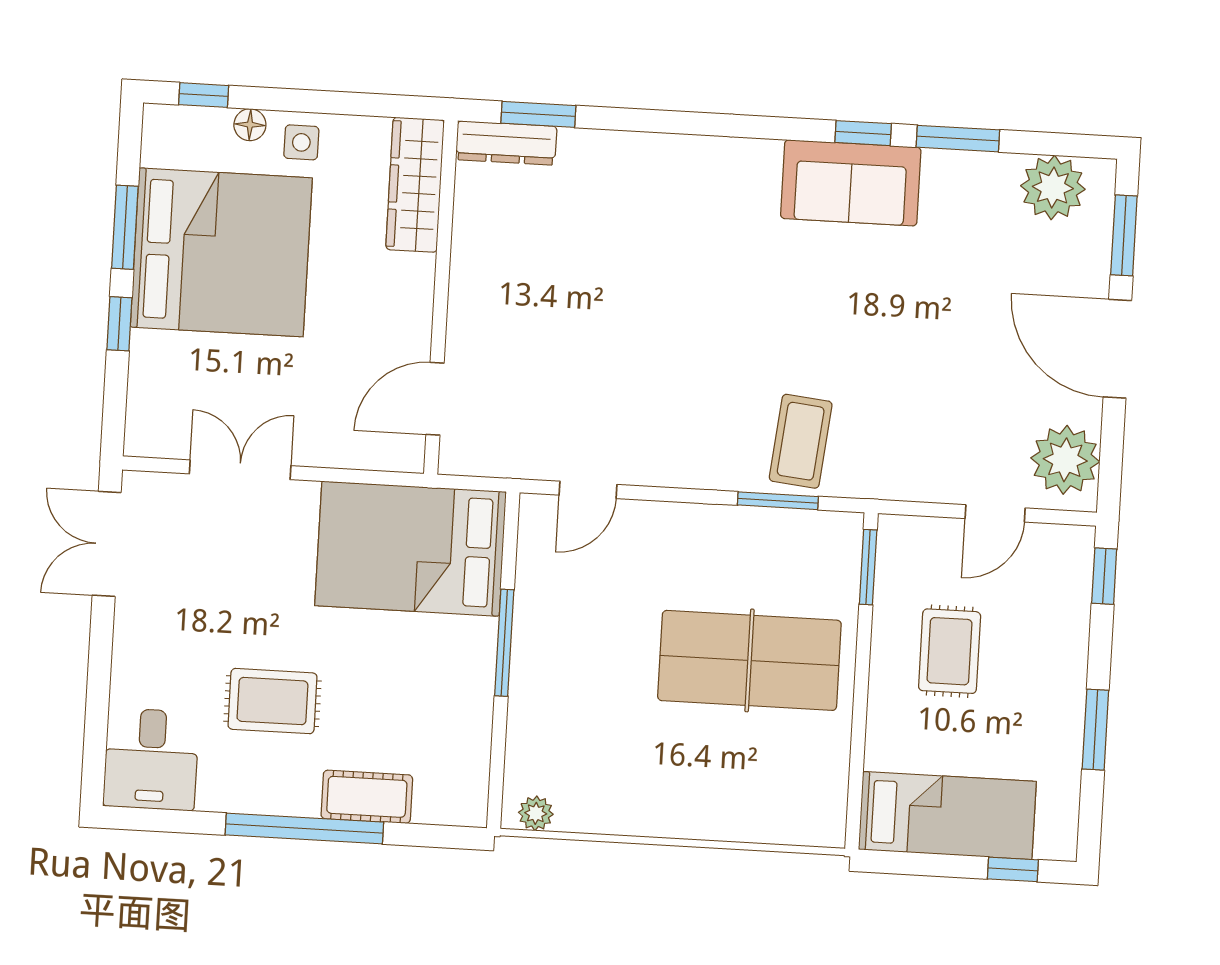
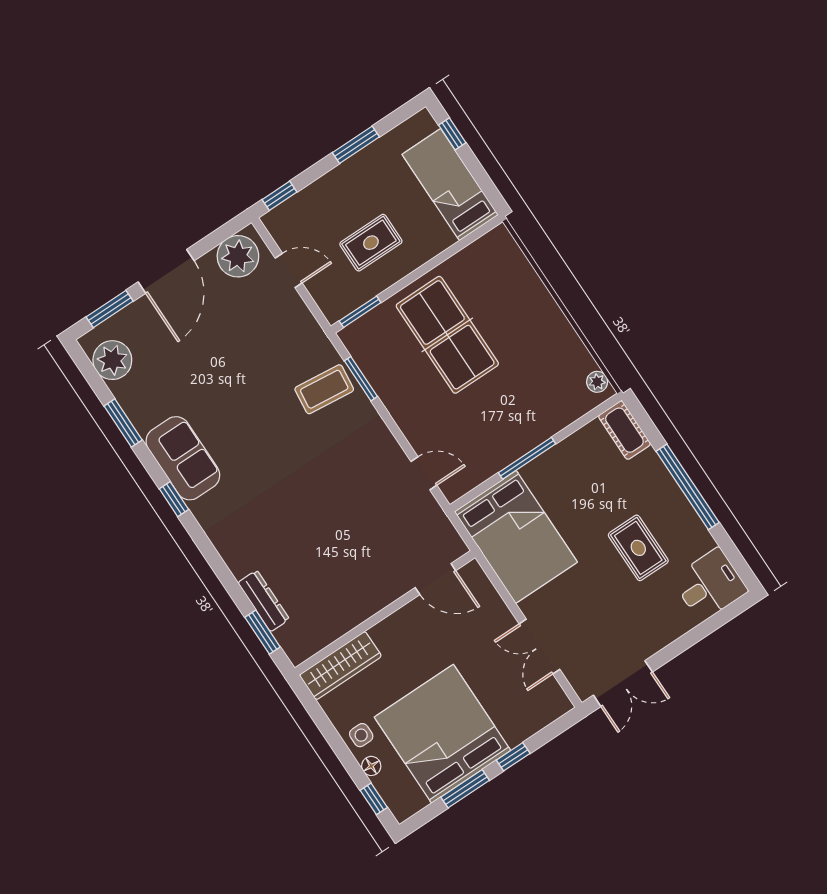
window: (863, 133) -> (174, 499), moved
dresser: (506, 143) -> (264, 601), moved
cot: (367, 797) -> (624, 430), moved

